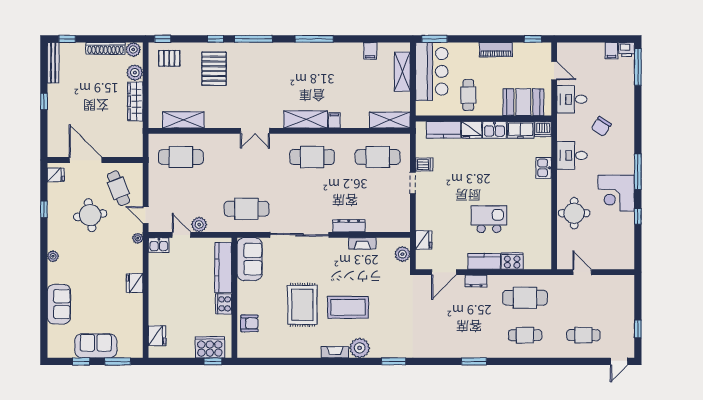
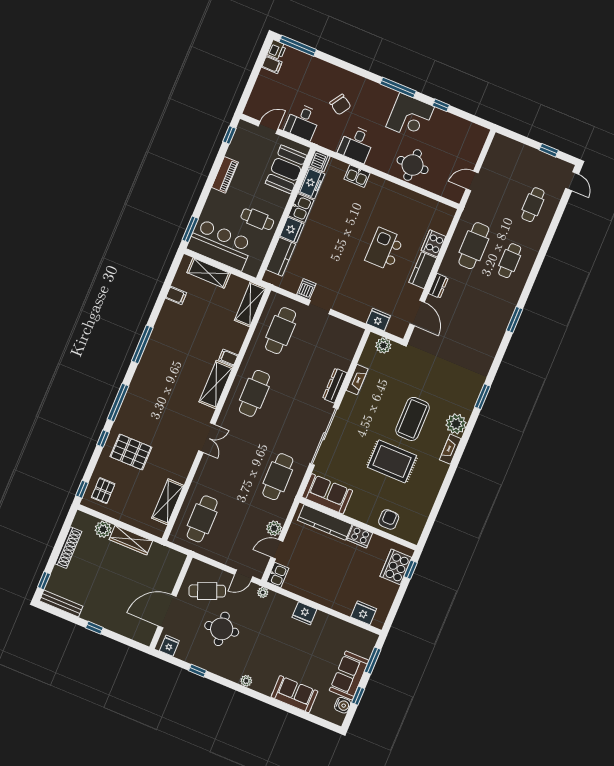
plant: (133, 49) -> (80, 522), removed
water cooler: (67, 351) -> (343, 705), added

